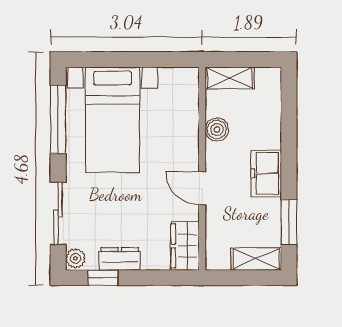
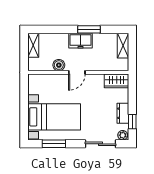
shelving: (230, 78) -> (33, 45), moved
window: (58, 120) -> (54, 144), width x0.69
door: (202, 188) -> (77, 72), moved
window: (289, 222) -> (89, 29), moved

